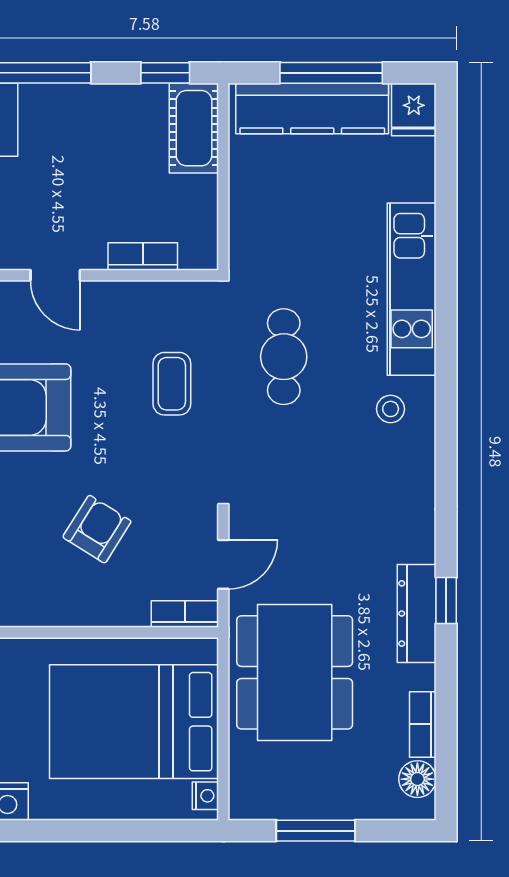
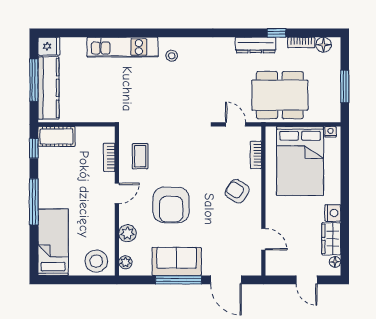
cafe table: (284, 357) -> (150, 100), removed
coffee table: (172, 384) -> (140, 156), moved, turned 90
armchair: (97, 529) -> (237, 191), moved
window: (446, 600) -> (277, 33), moved
bookcase: (185, 614) -> (256, 155), moved

